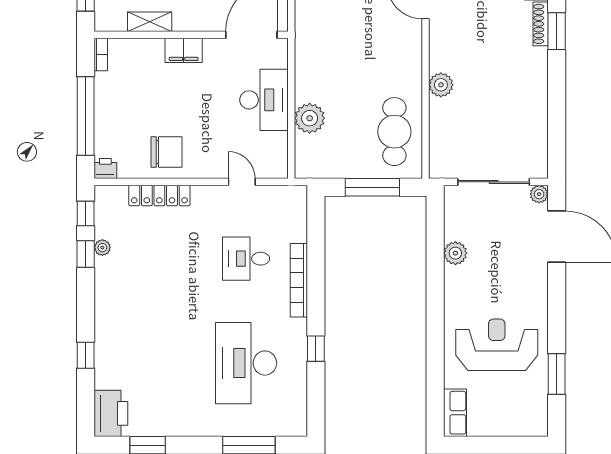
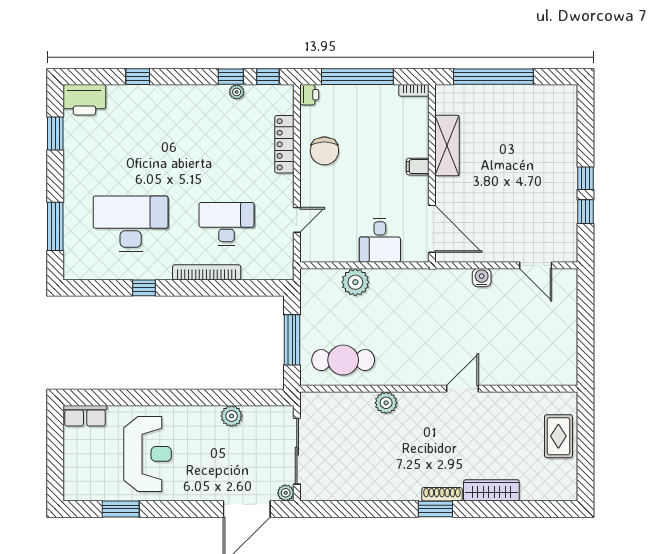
shelving: (150, 22) -> (447, 145), width x1.50, depth x1.33
filing cabinet: (184, 50) -> (418, 167), width x0.50
desk: (264, 100) -> (380, 240), width x0.73
desk: (246, 259) -> (226, 224), width x1.37

